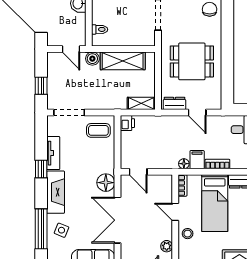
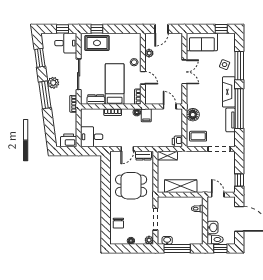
boiler: (92, 59) -> (202, 188), removed
window: (41, 86) -> (239, 180), moved
door: (197, 113) -> (127, 149), swing flipped
filing cabinet: (197, 160) -> (146, 115), moved
window: (41, 169) -> (239, 109), width x3.17
floor lamp: (106, 183) -> (193, 115), moved
double door: (118, 220) -> (184, 72), width x0.73

